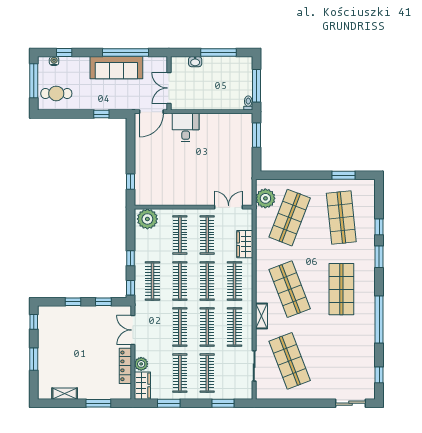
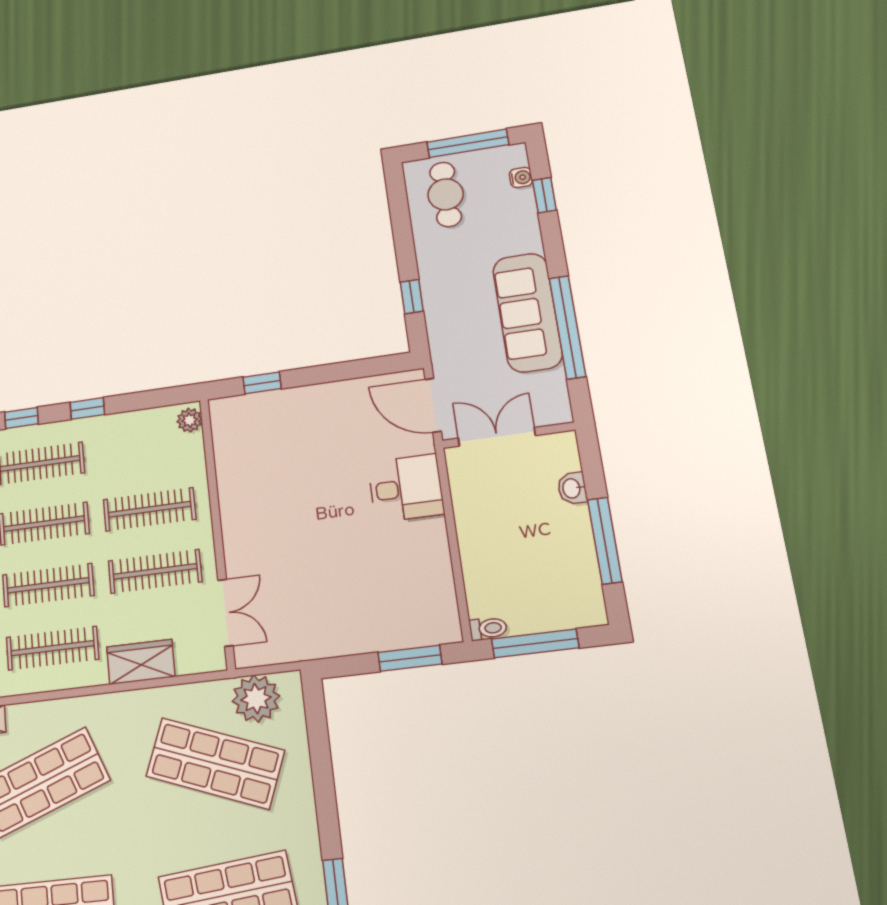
plant: (147, 219) -> (190, 420), width x0.53, depth x0.53

